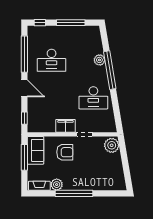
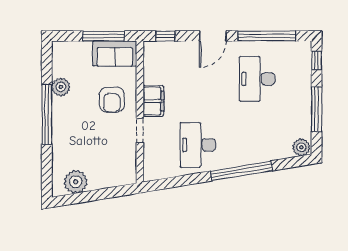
plant: (99, 60) -> (301, 147), moved
plant: (112, 145) -> (76, 182), moved
fireplace: (39, 186) -> (59, 60), removed

